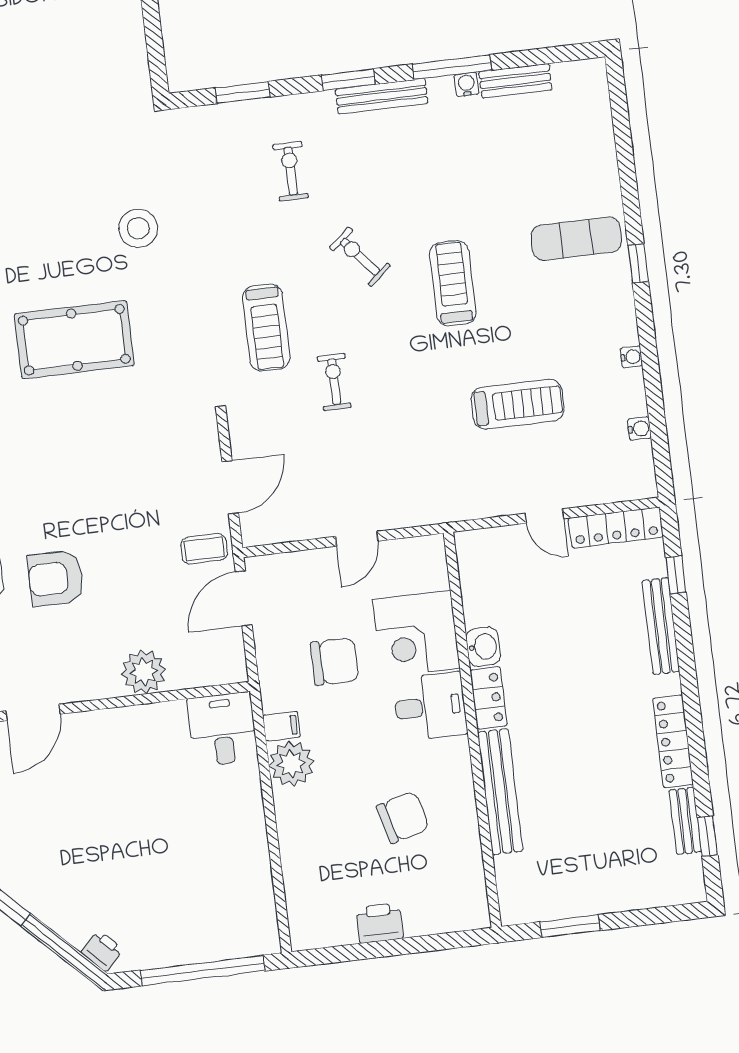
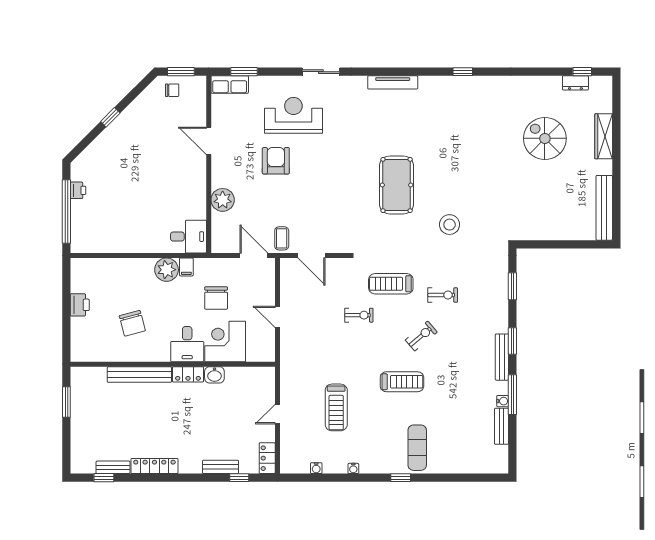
exercise bike: (291, 171) -> (443, 295), moved
locker: (616, 527) -> (267, 458), width x0.66
bench: (661, 626) -> (221, 467), width x0.73
printer: (102, 951) -> (78, 190), moved, turned -45

